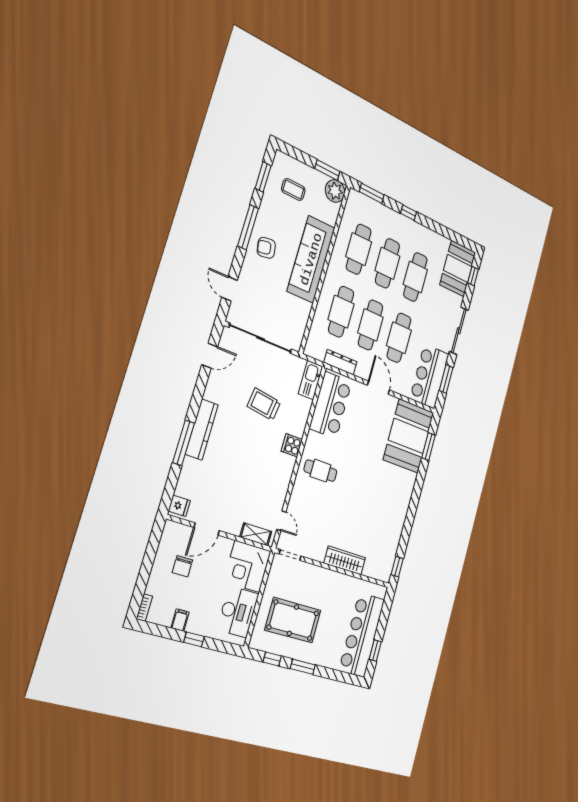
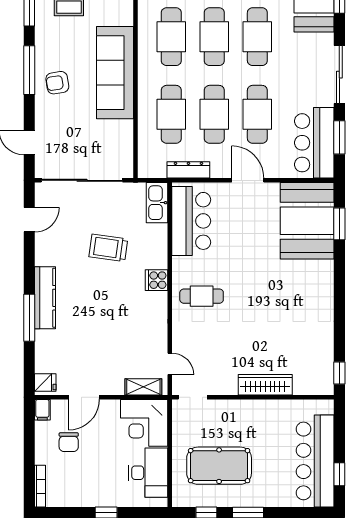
bookcase: (144, 608) -> (40, 486), width x1.56
filing cabinet: (180, 620) -> (42, 410), moved, turned 180

